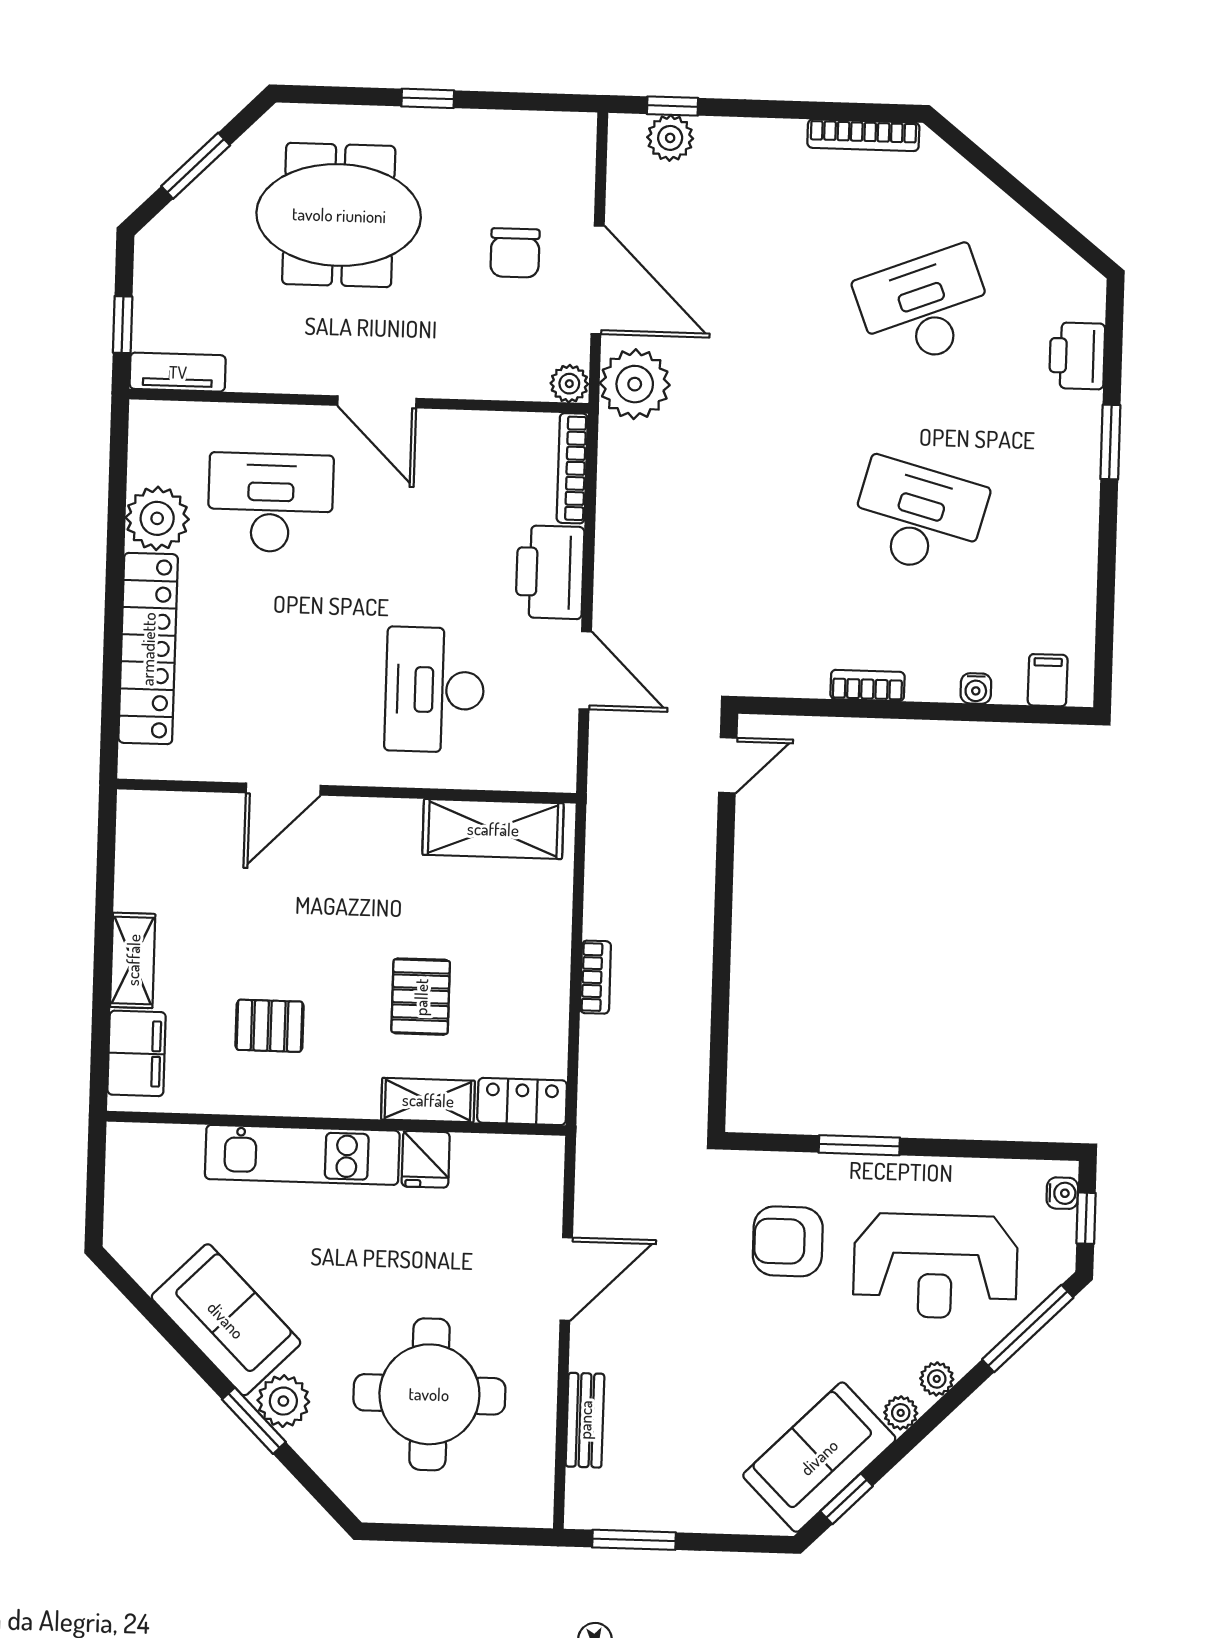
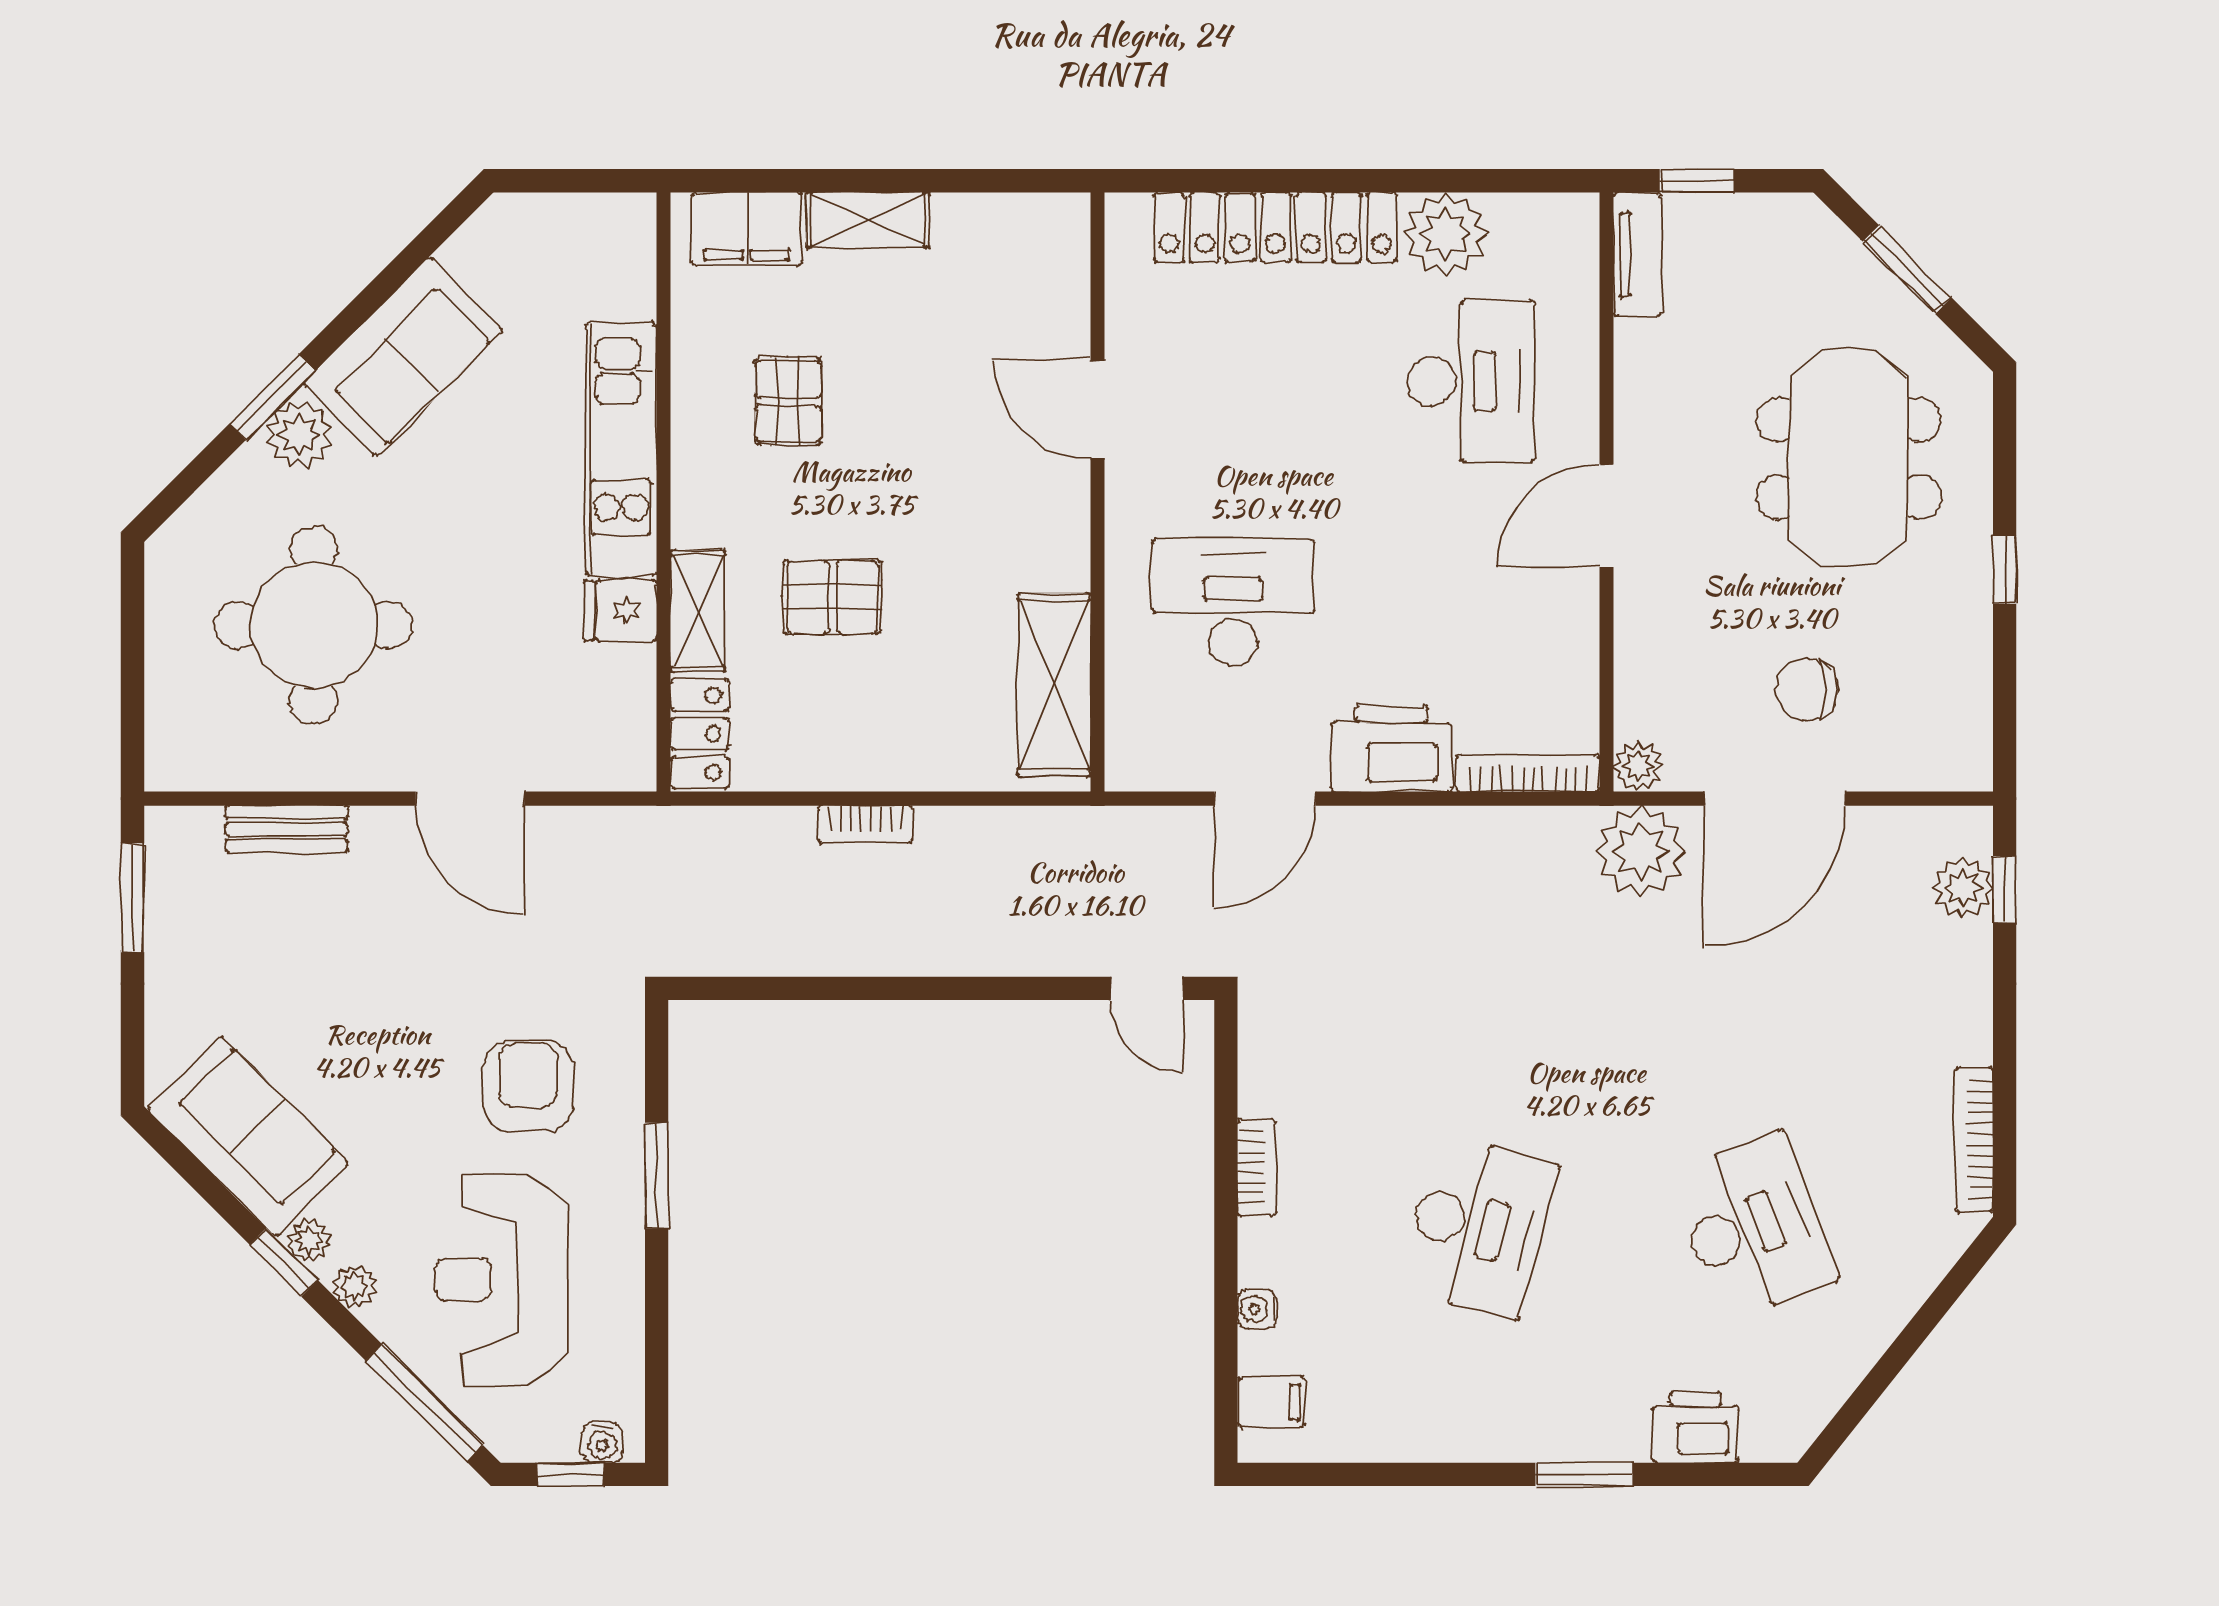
window: (847, 1499) -> (284, 1262), moved

